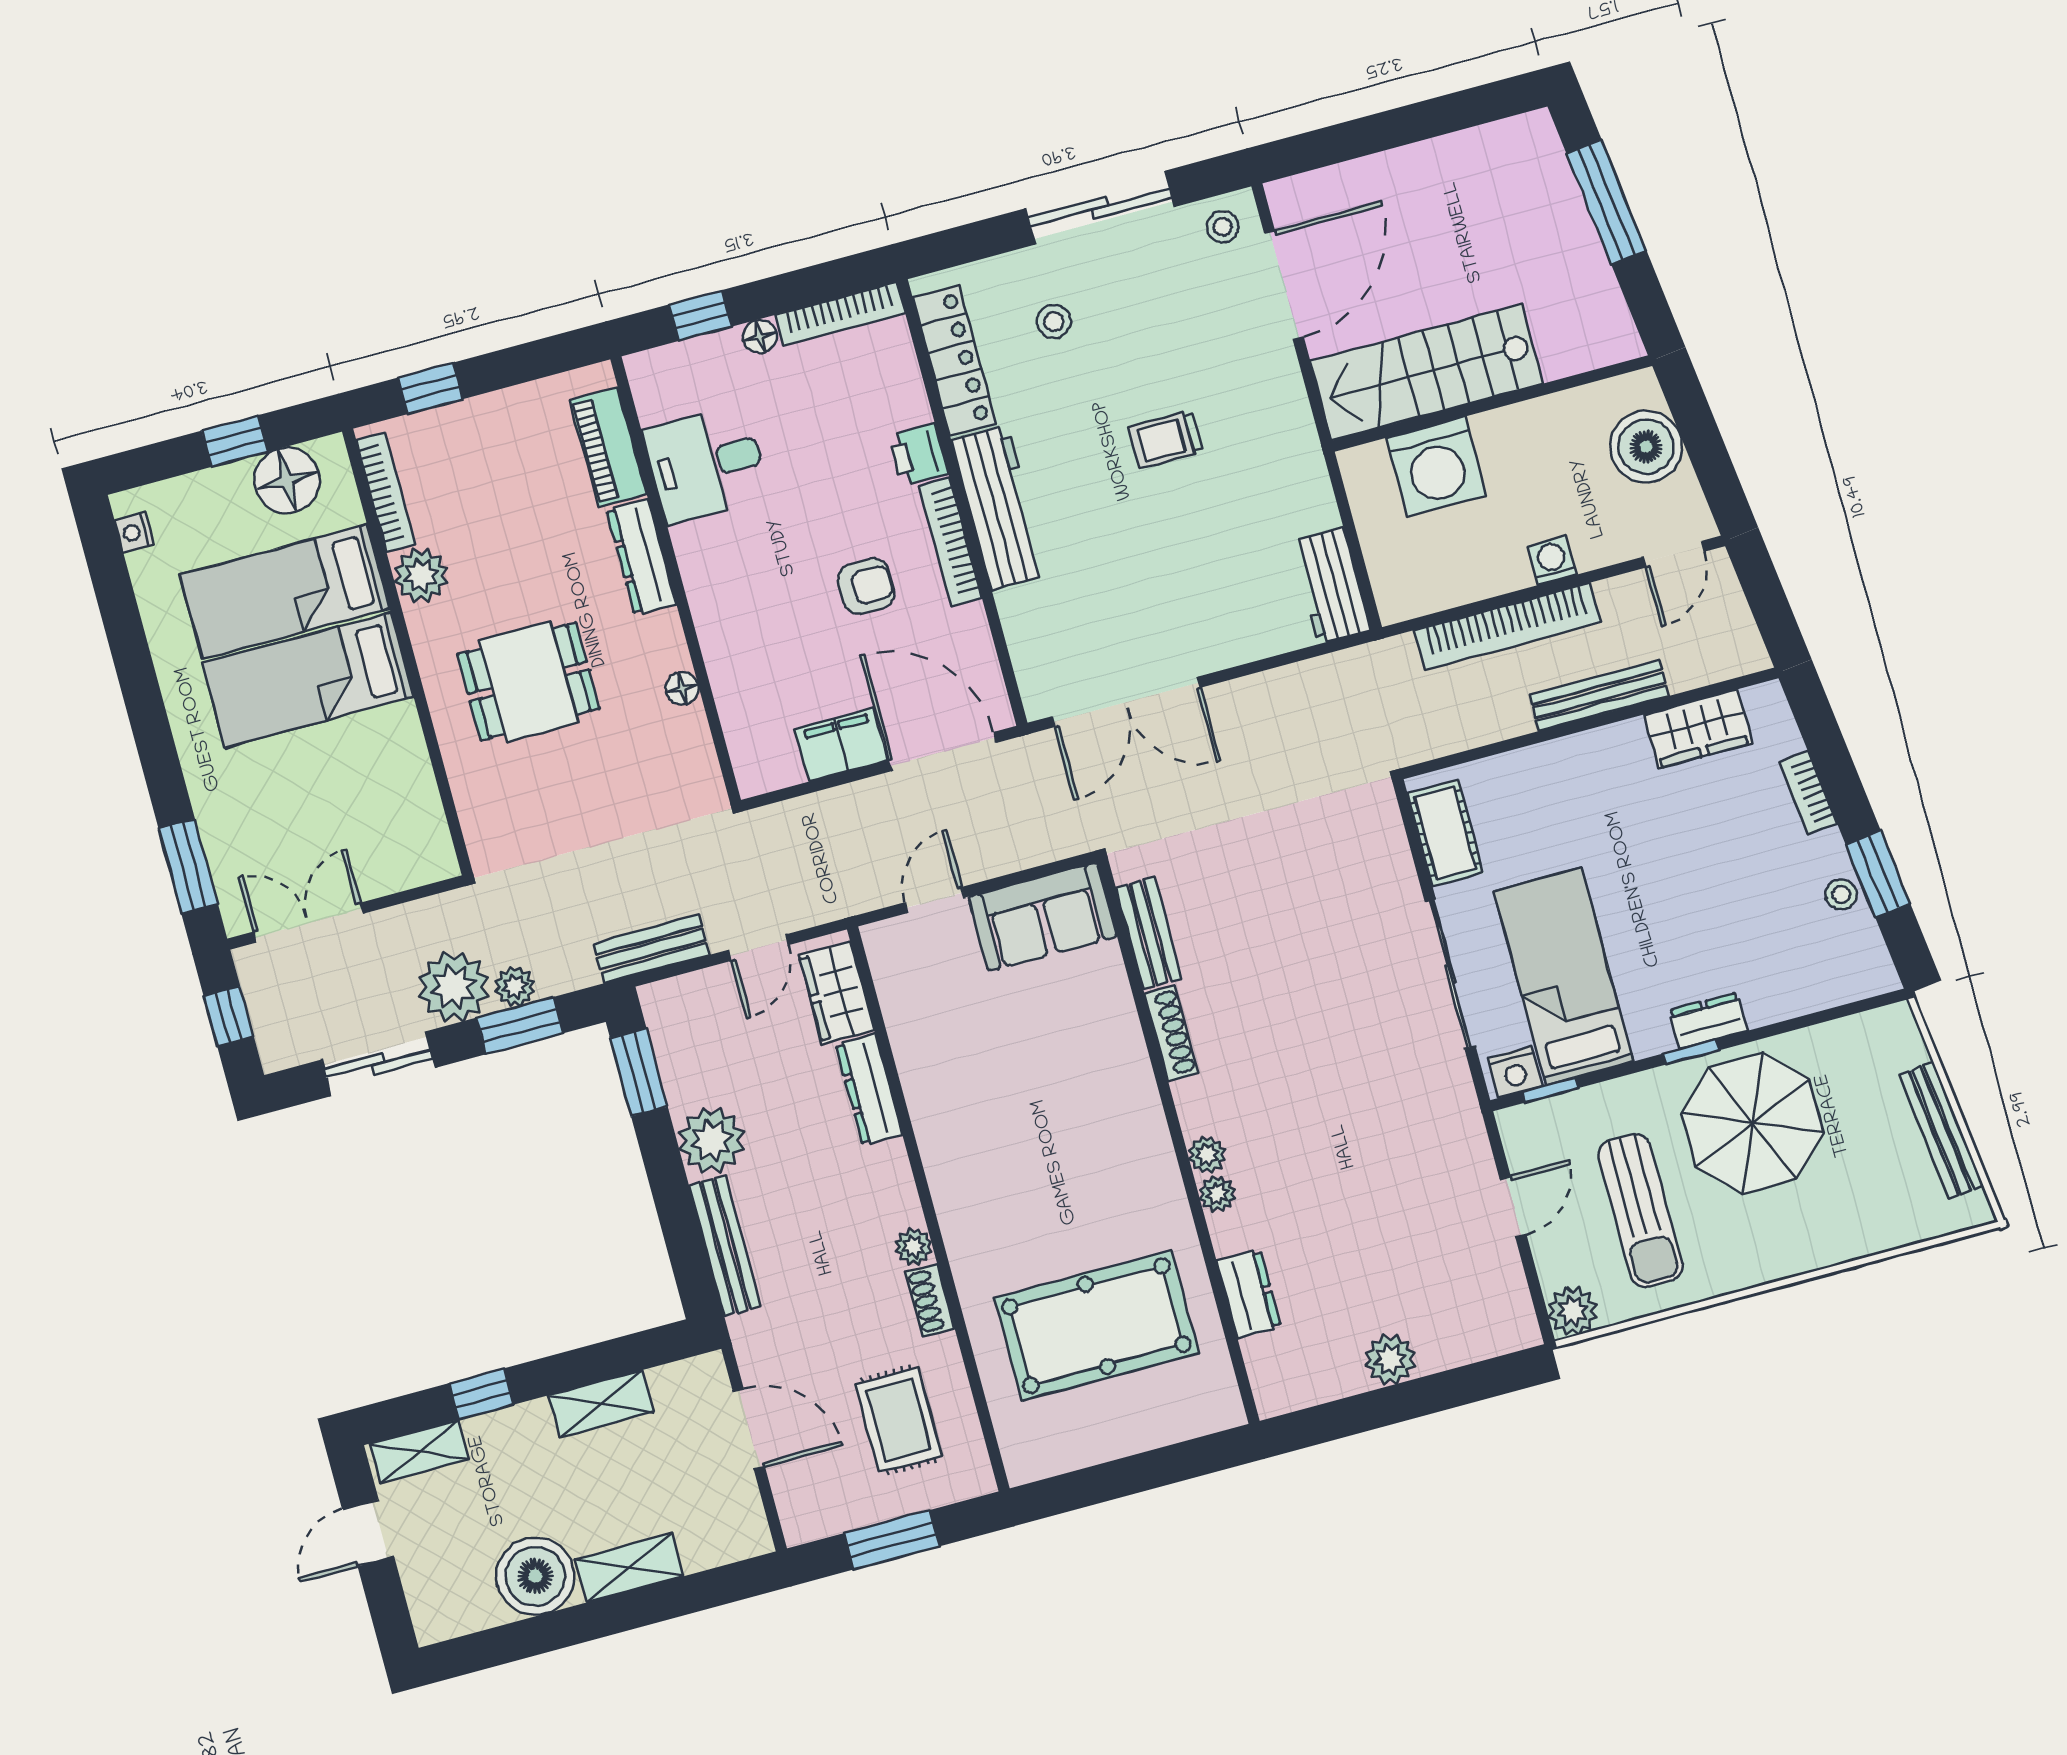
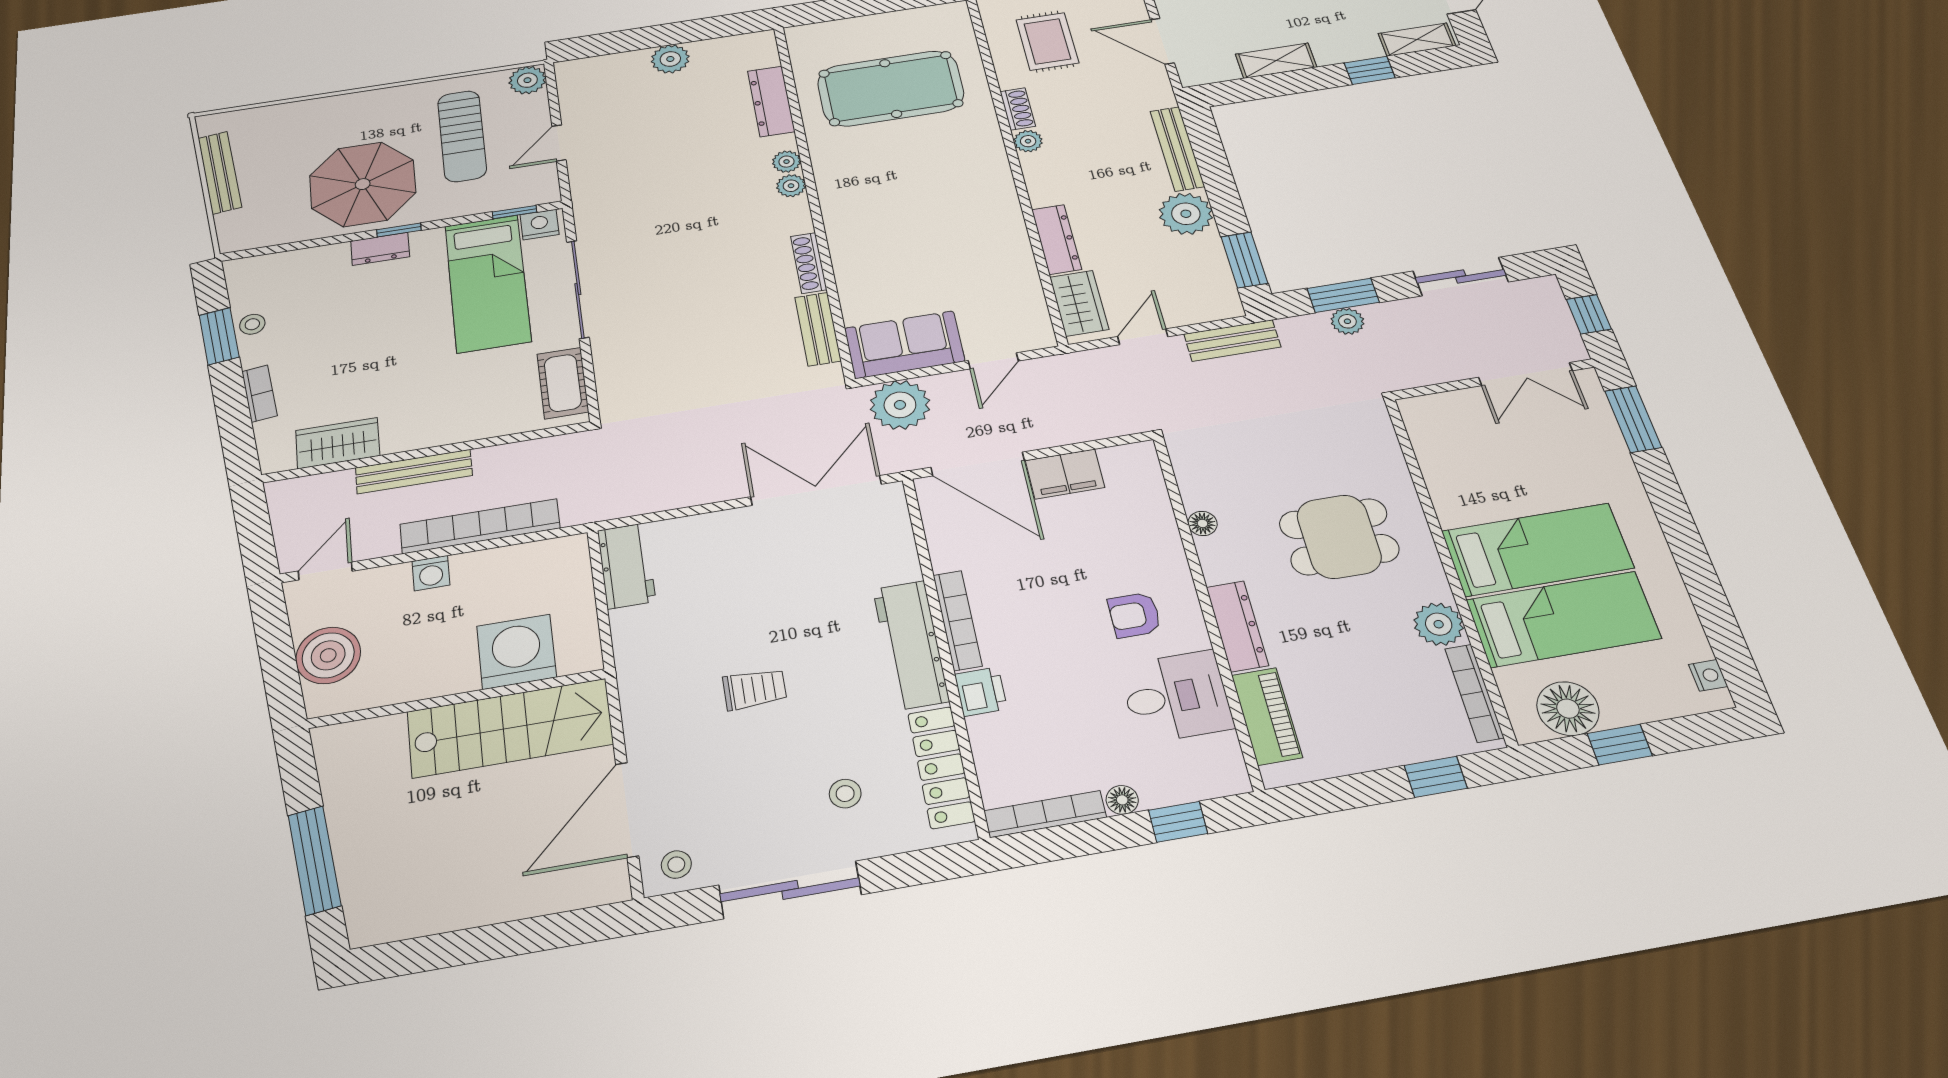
armchair: (866, 586) -> (1134, 615), moved
plant: (454, 987) -> (900, 405), moved
sun lounger: (1640, 1211) -> (462, 136), turned 180
dresser: (1249, 1294) -> (771, 101), width x1.44

